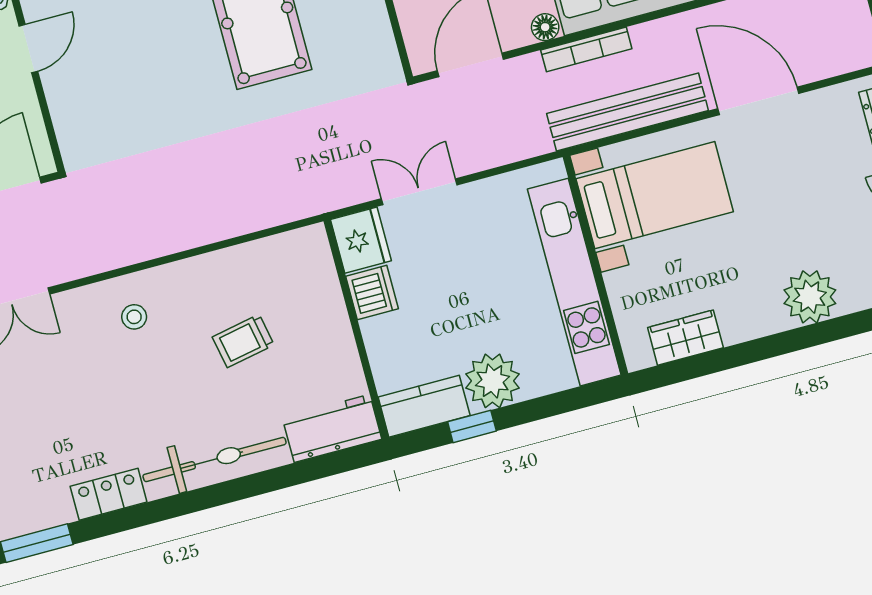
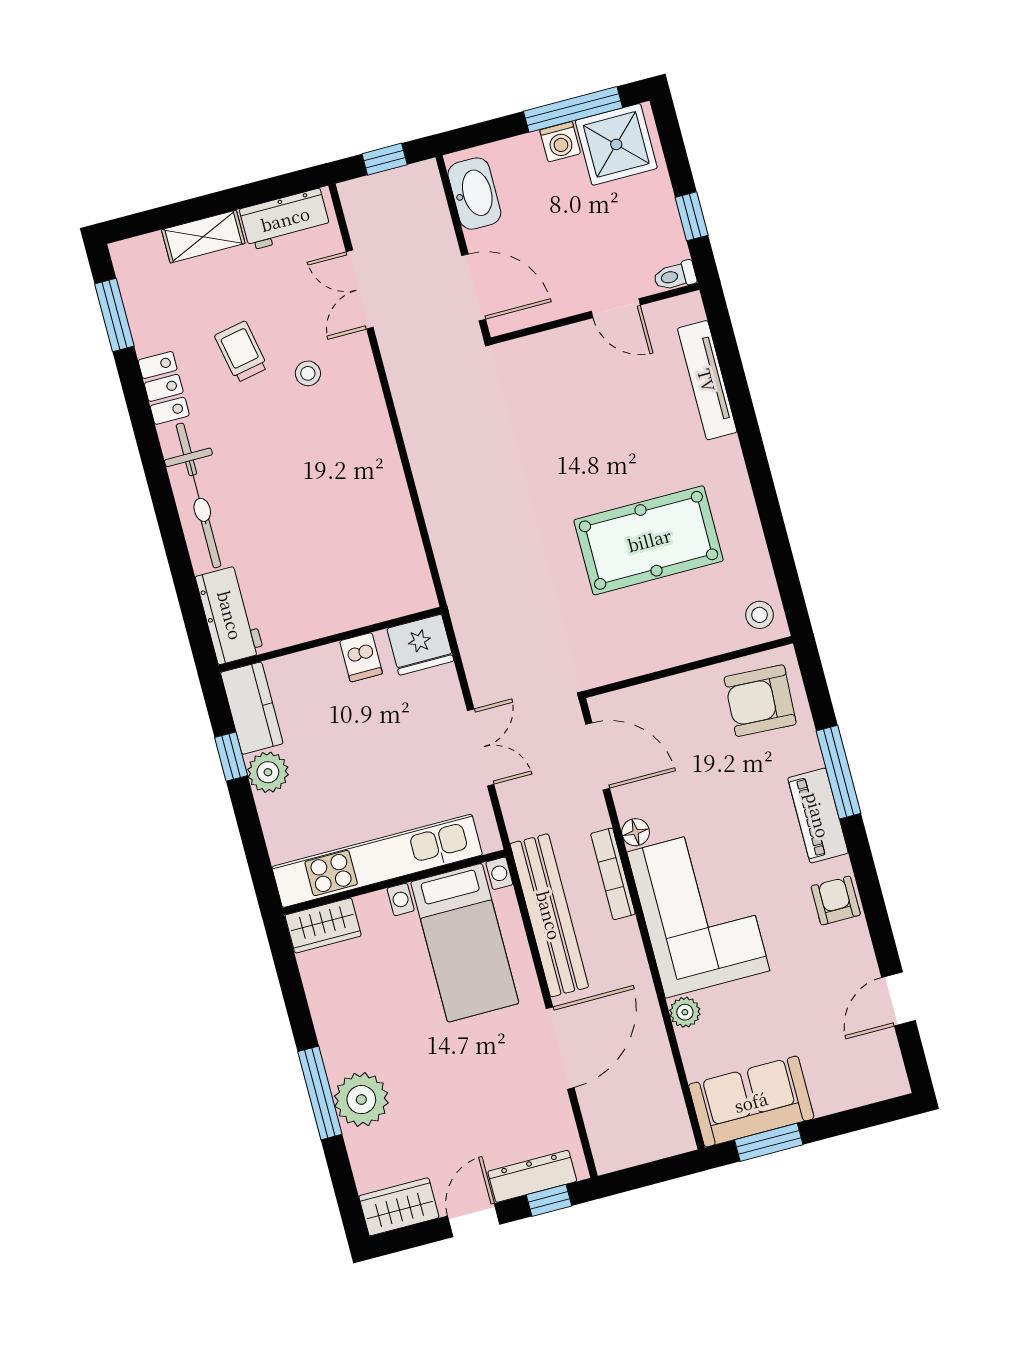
double door: (419, 192) -> (481, 747), moved
dishwasher: (372, 293) -> (361, 657), width x0.73
stool: (134, 317) -> (308, 373), moved
wardrobe: (685, 338) -> (323, 925), moved, turned 90
window: (803, 338) -> (320, 1093), added
trolley: (243, 341) -> (241, 352), moved
plant: (492, 381) -> (268, 772), width x0.73, depth x0.73

